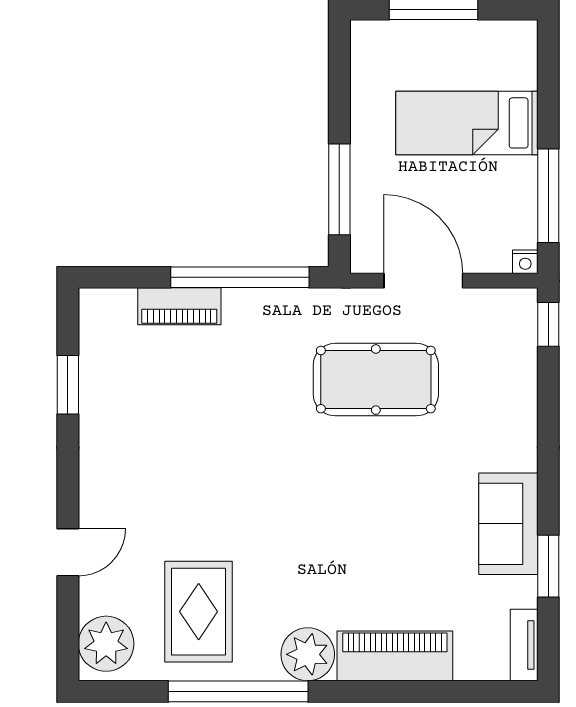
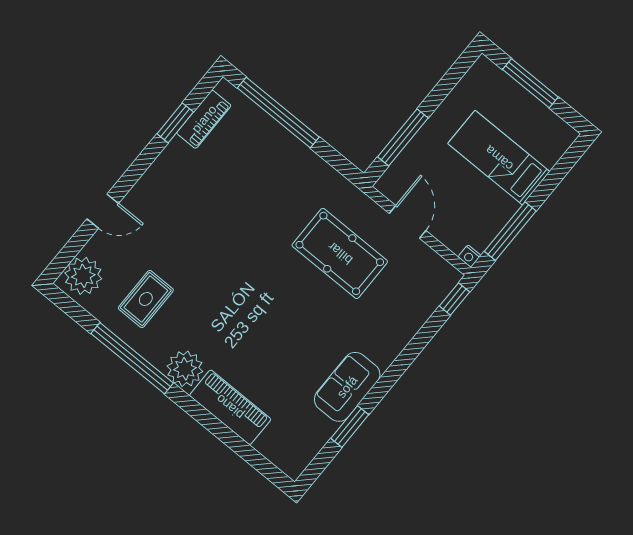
window: (240, 277) -> (278, 113), moved
door: (423, 281) -> (408, 222), width x0.73
piano: (179, 306) -> (204, 119), moved, turned -90
rug: (199, 612) -> (146, 299), width x0.73, depth x0.70
tv unit: (524, 645) -> (303, 458), removed

